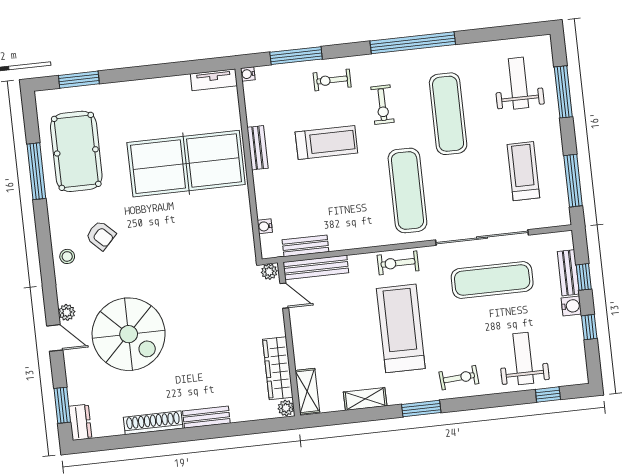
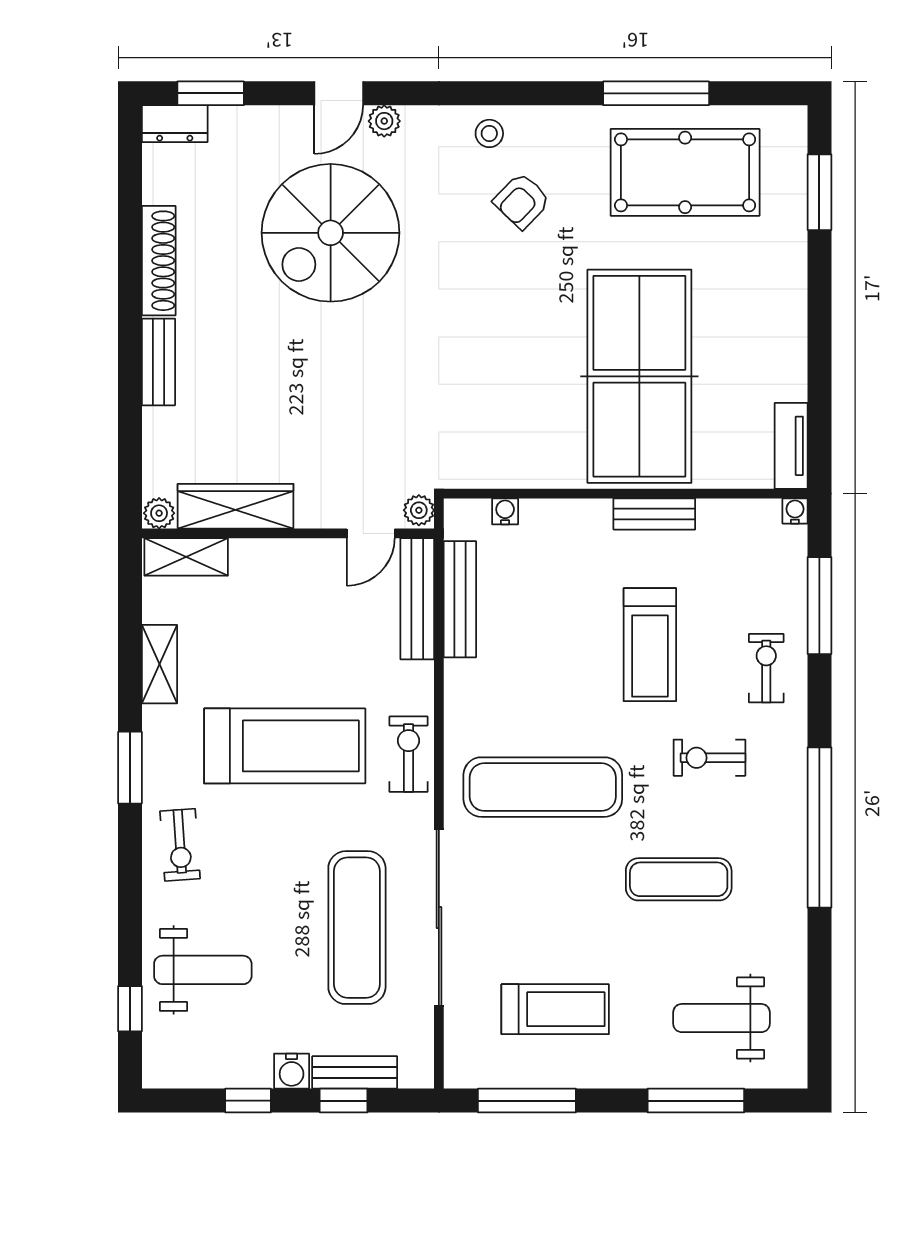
weight bench: (518, 83) -> (722, 1018), turned 180
exercise mat: (448, 114) -> (679, 879), width x0.73, depth x0.69
bench: (305, 246) -> (460, 599), width x1.36

